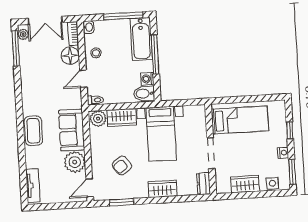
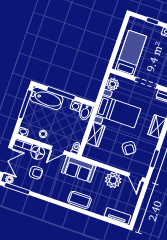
armchair: (45, 63) -> (36, 173), added
door: (83, 79) -> (58, 150), hinge flipped
plant: (98, 119) -> (113, 84), moved
sofa: (72, 130) -> (79, 169), moved

